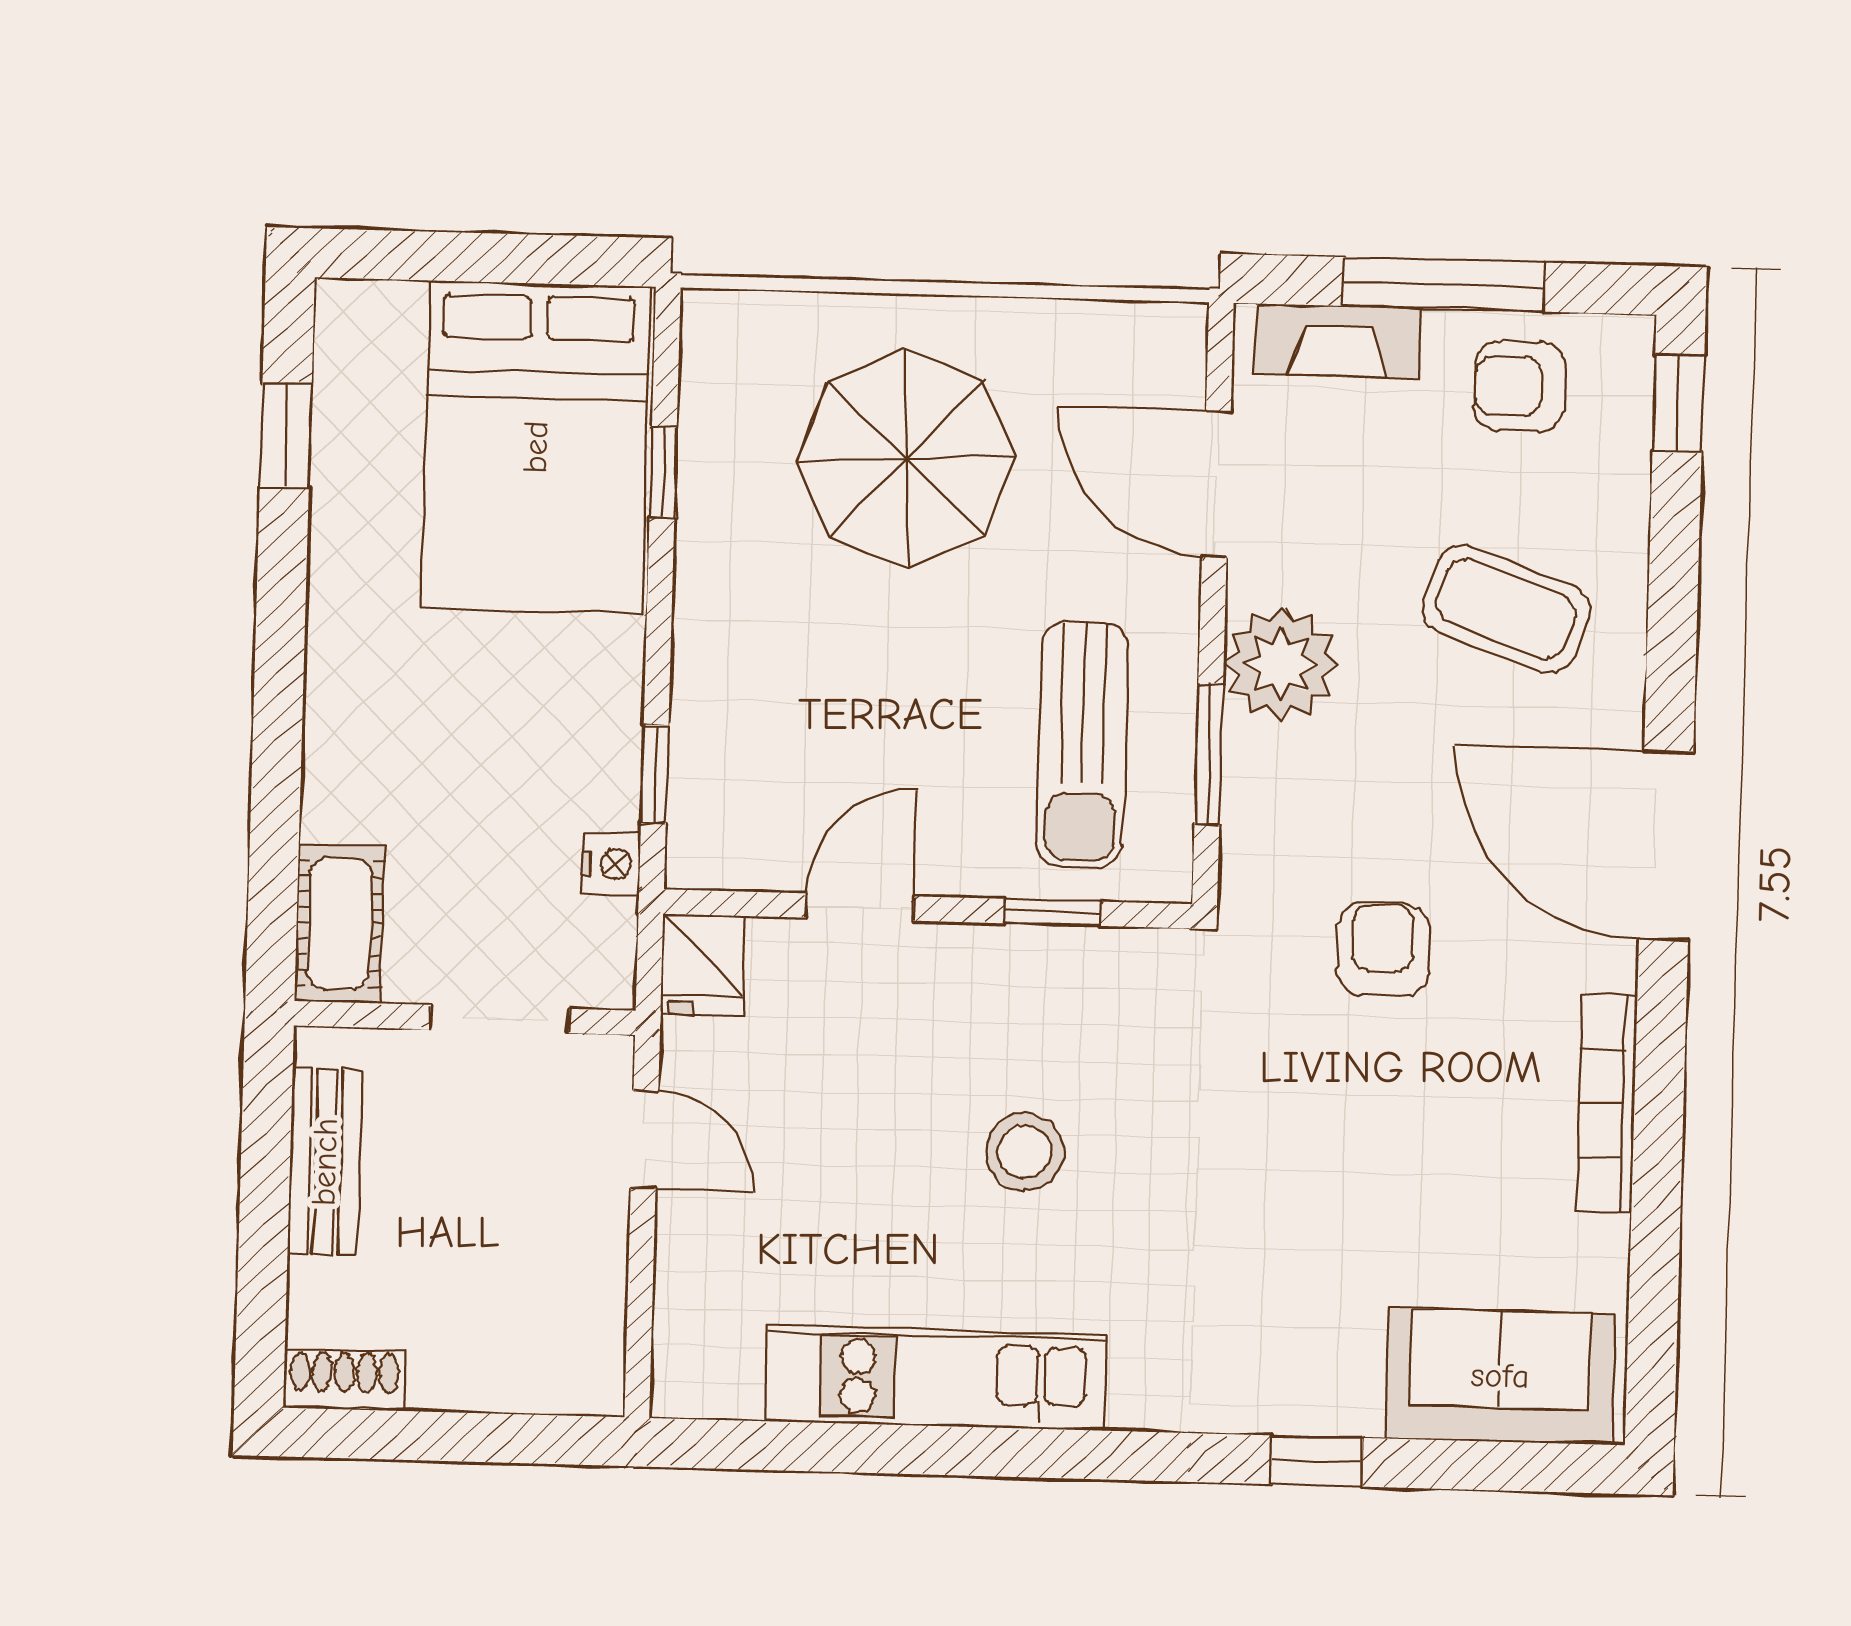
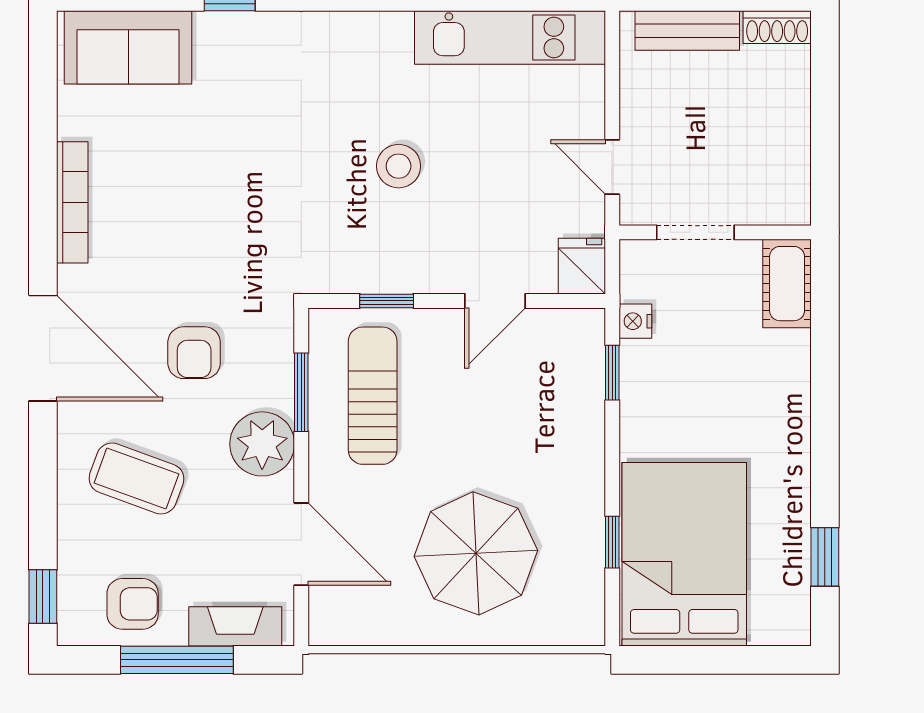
armchair: (1383, 949) -> (194, 353), moved
bench: (325, 1162) -> (687, 31), moved, turned 90
kitchen unit: (936, 1378) -> (510, 37), moved

